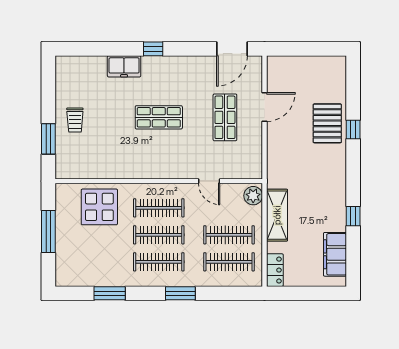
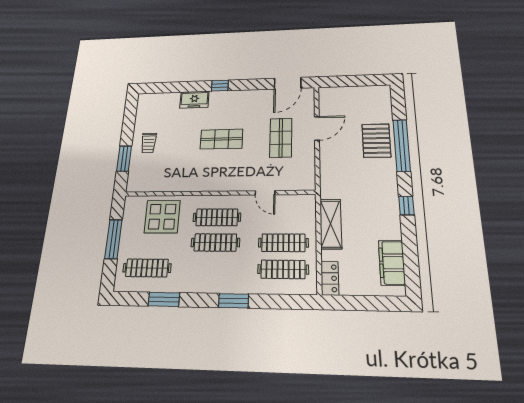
window: (353, 130) -> (402, 145), width x3.17
plant: (253, 196) -> (307, 206), removed
window: (353, 216) -> (406, 206), moved
clothes rail: (159, 262) -> (147, 268), moved

